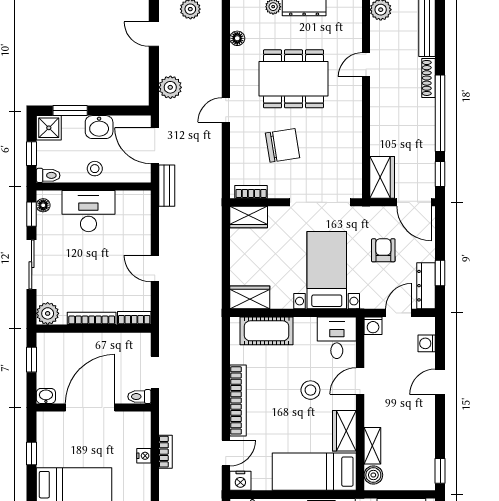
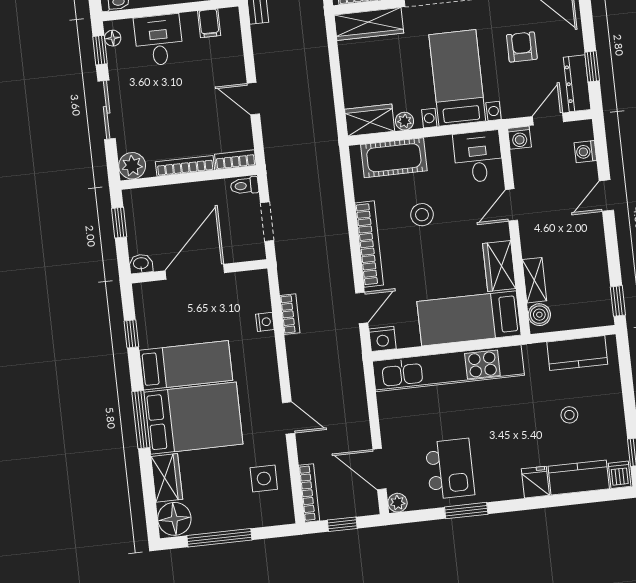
filing cabinet: (125, 202) -> (209, 23), added
desk: (88, 211) -> (159, 40), width x0.73
wardrobe: (249, 217) -> (369, 24), width x1.50
plant: (279, 301) -> (405, 121), added
stool: (310, 390) -> (422, 215), moved
toilet: (139, 397) -> (245, 186), moved

